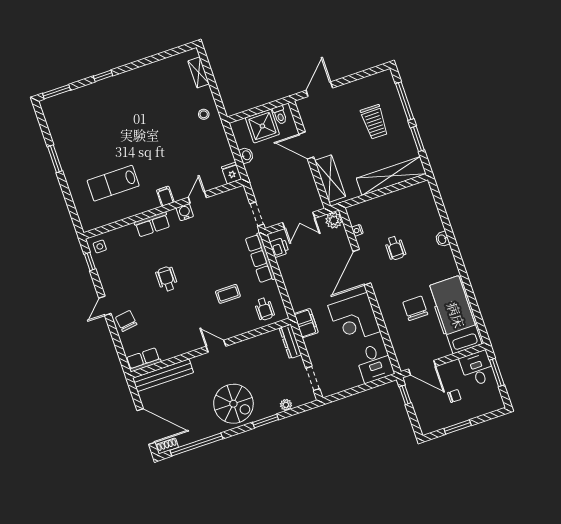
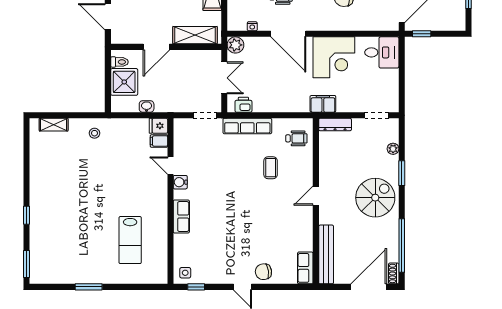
filing cabinet: (165, 196) -> (159, 141), moved
wheelchair: (167, 279) -> (237, 220), removed

